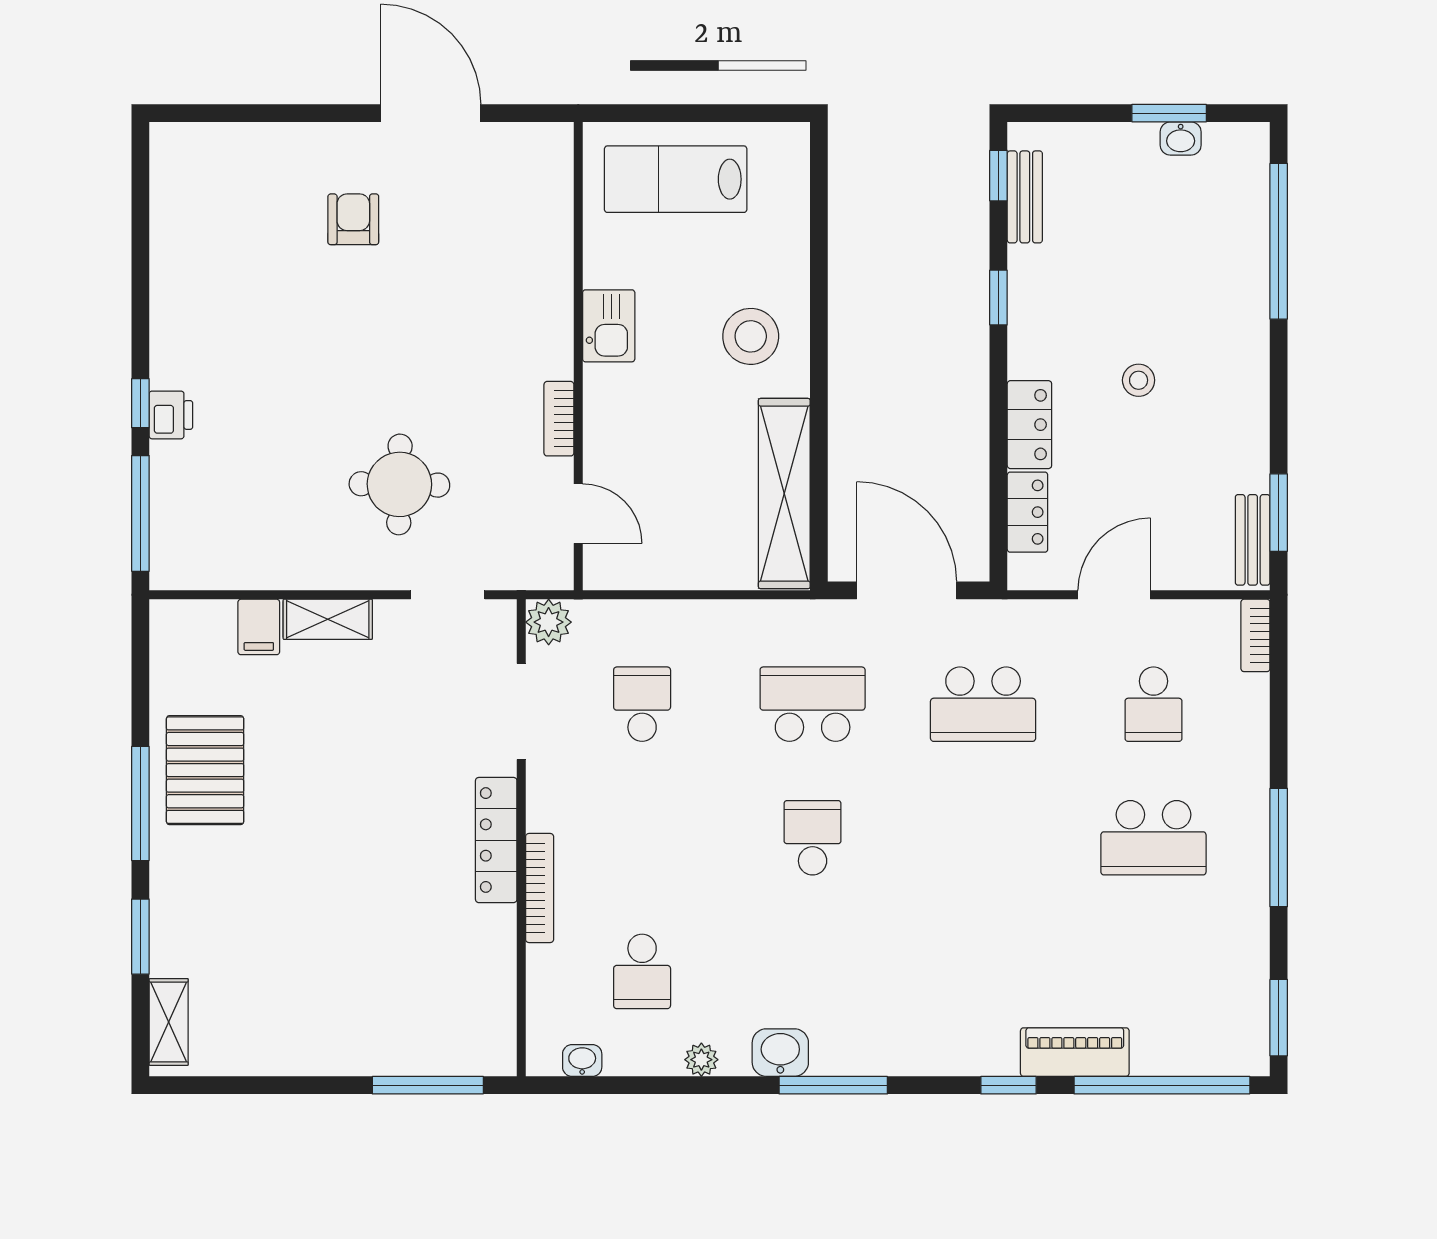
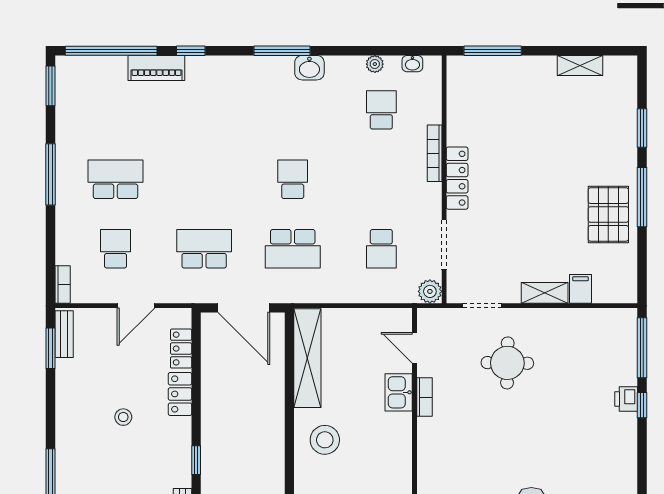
kitchen sink: (609, 326) -> (399, 392), moved
school desk: (813, 838) -> (293, 179), turned 180
shelving: (169, 1022) -> (580, 65), moved, turned 90
plant: (701, 1060) -> (375, 64), moved

